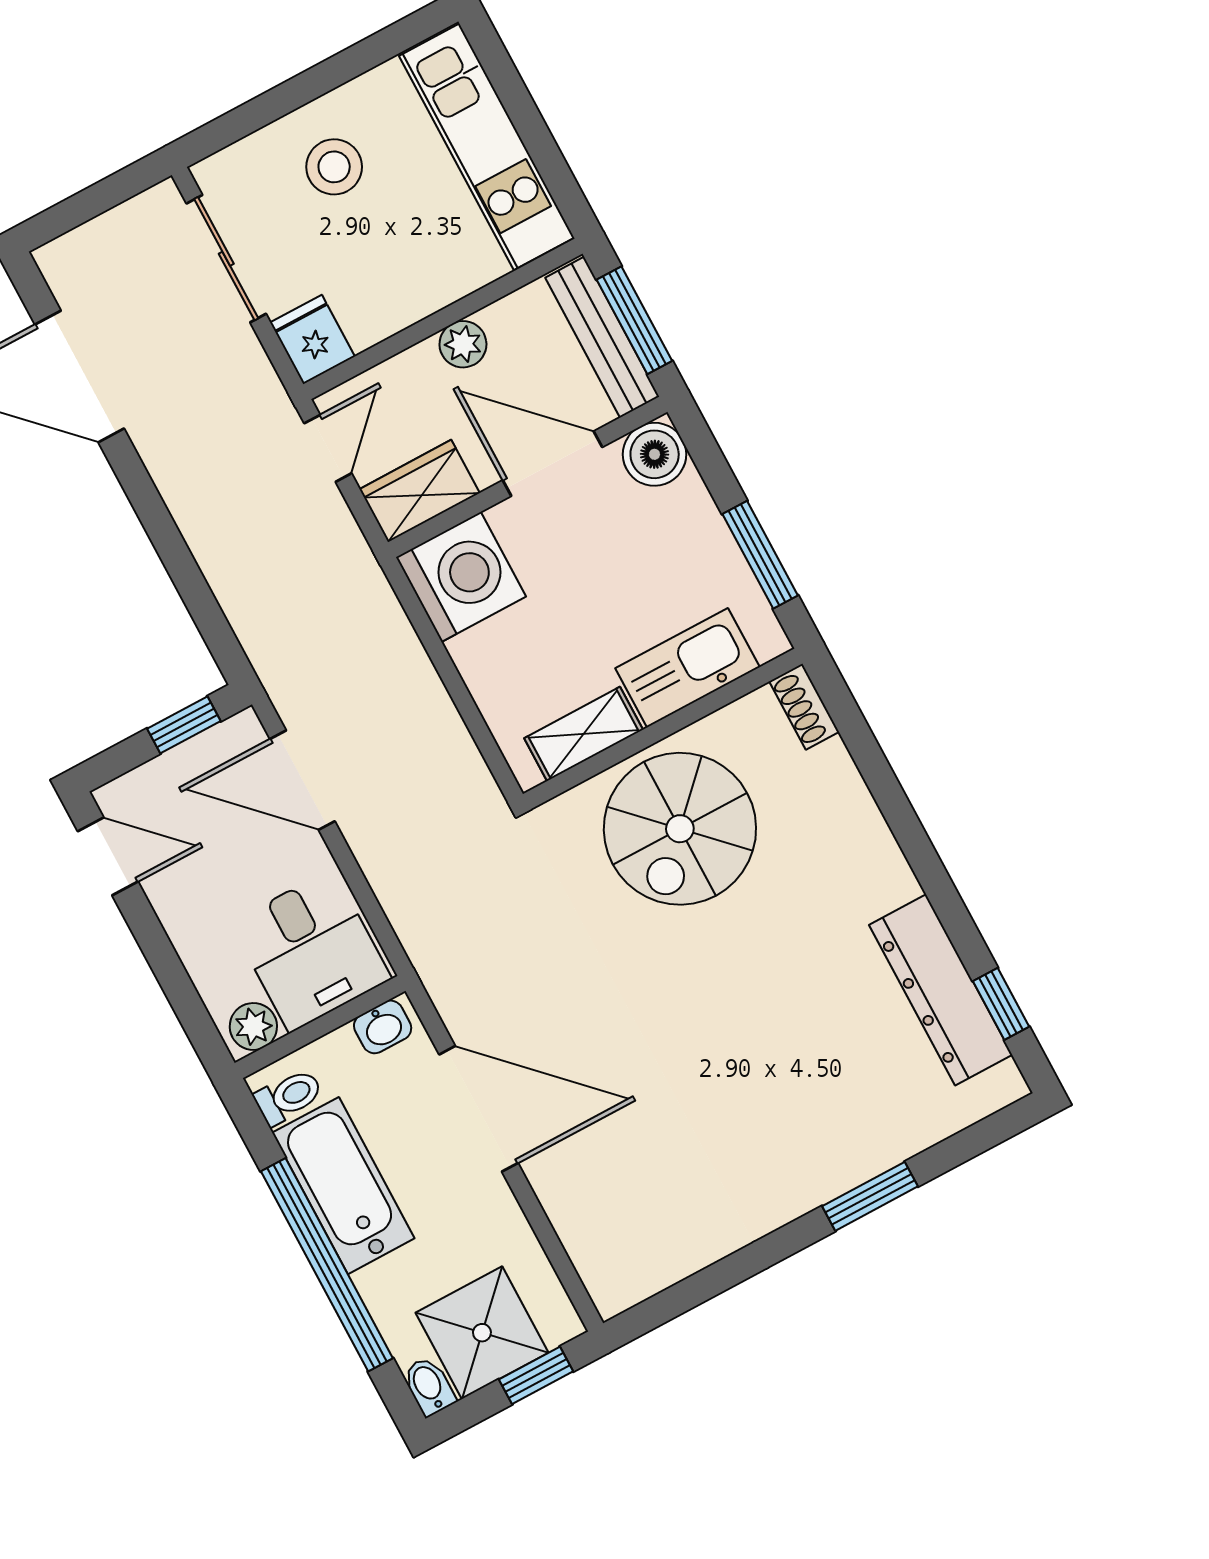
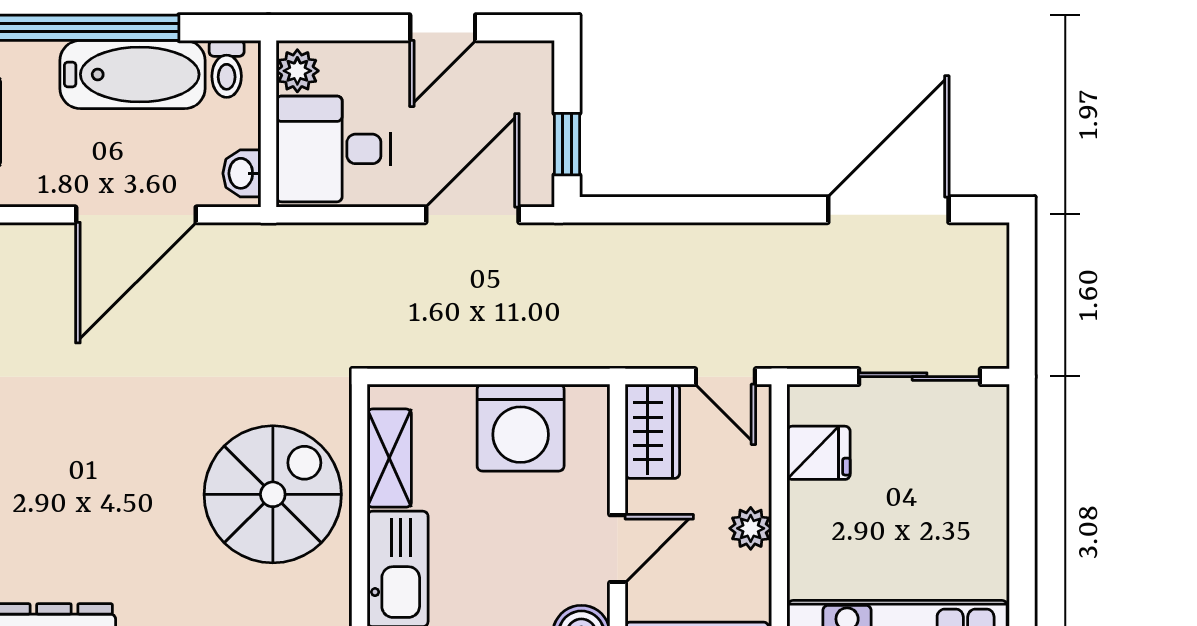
stool: (334, 167) -> (947, 501), removed
fridge: (312, 339) -> (819, 453), moved
door: (552, 464) -> (617, 549), width x0.73
washing machine: (461, 577) -> (521, 428), moved
spiral stairs: (680, 829) -> (273, 494), turned 90
door: (108, 856) -> (443, 28), moved

